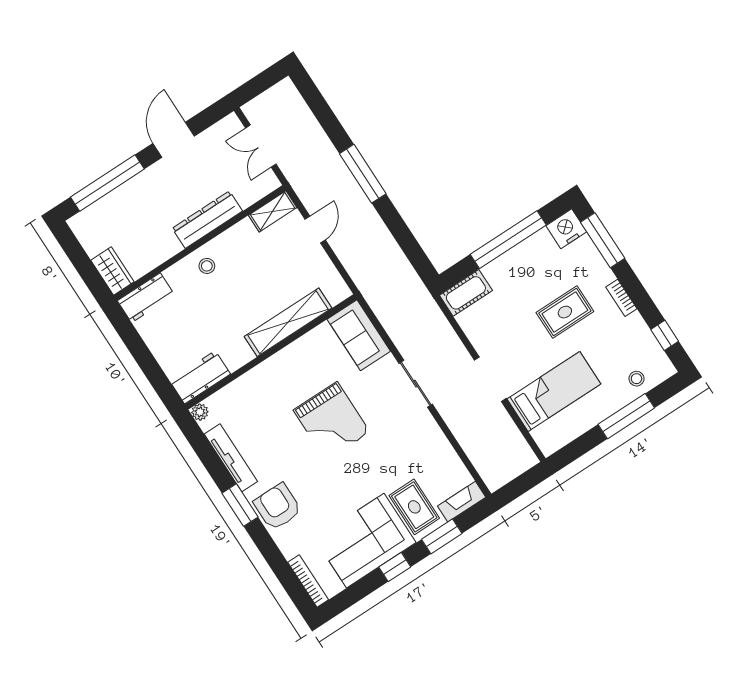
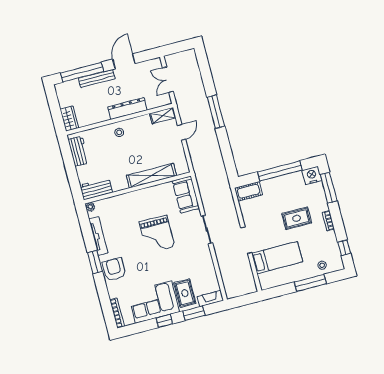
bench: (137, 185) -> (97, 78), added
workbench: (146, 298) -> (78, 151), moved, turned -90

